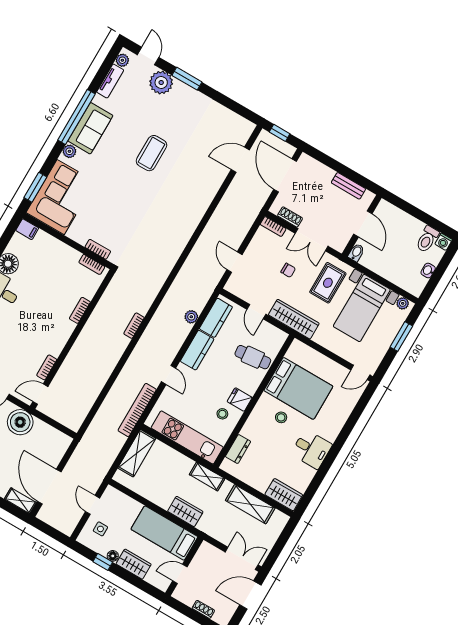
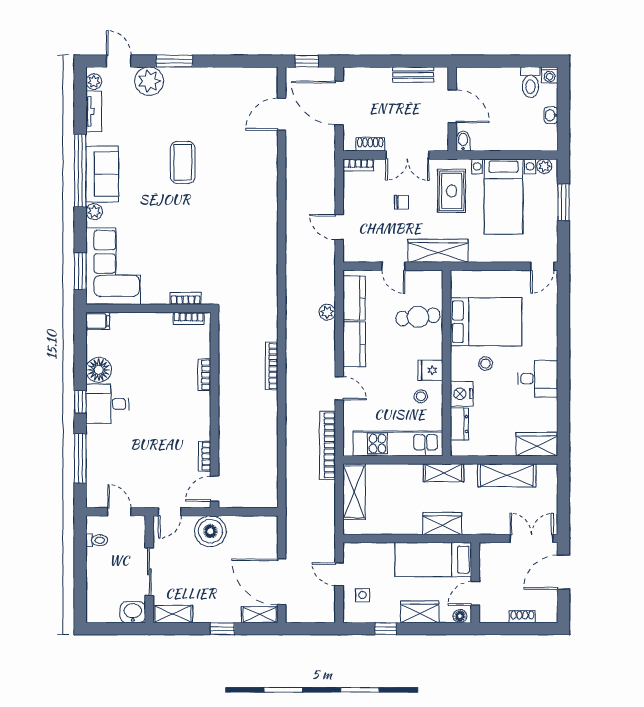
bookcase: (134, 326) -> (272, 366), width x1.56
nightstand: (252, 429) -> (462, 394), added
floor lamp: (113, 556) -> (460, 616), moved

